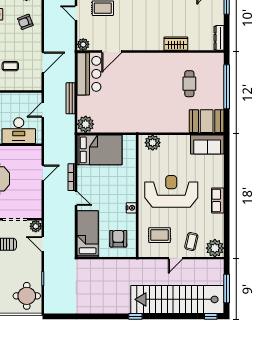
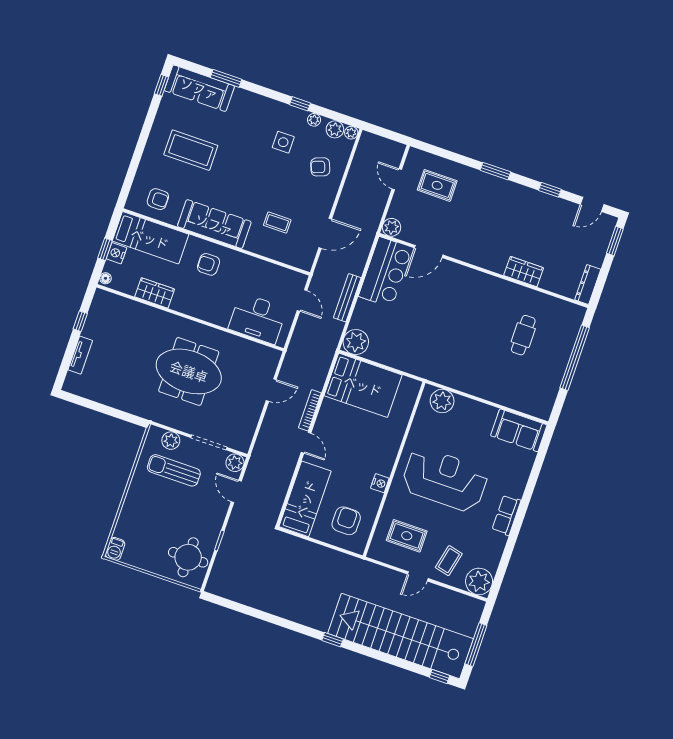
door: (43, 110) -> (302, 300), swing flipped
booth: (207, 121) -> (529, 397), removed

